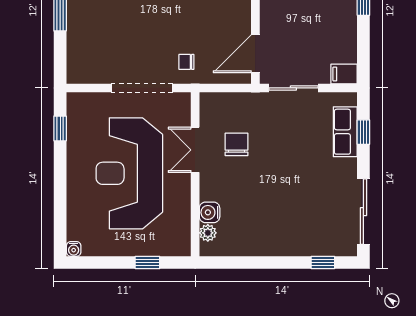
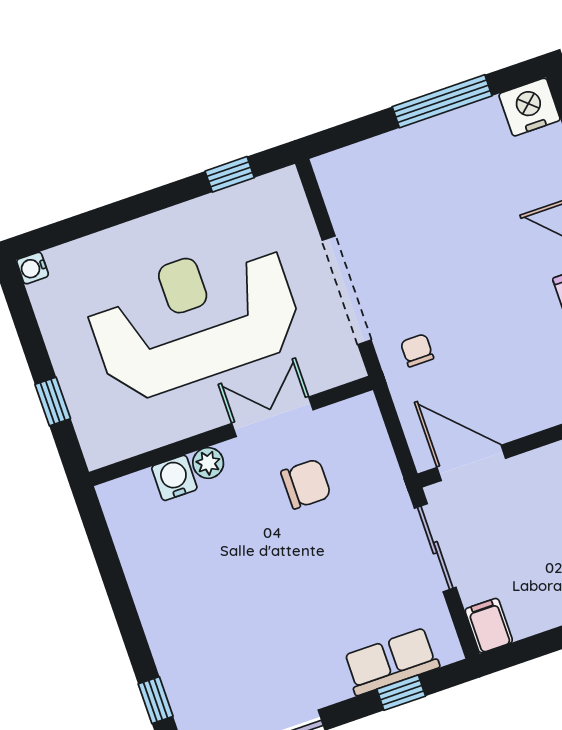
plant: (208, 233) -> (208, 463), moved

